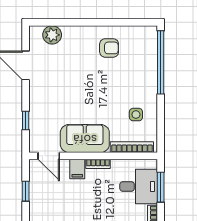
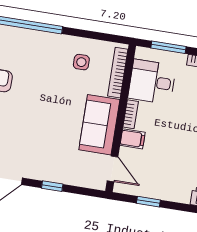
window: (26, 121) -> (52, 186), moved
door: (49, 156) -> (112, 169), hinge flipped
desk: (139, 187) -> (152, 82), moved, turned -90

